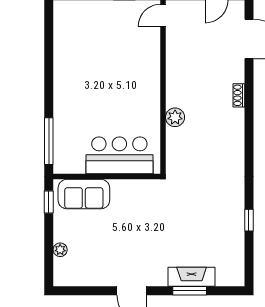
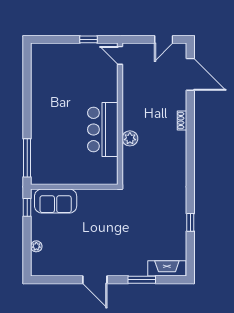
door: (163, 15) -> (120, 55), hinge flipped
bar counter: (119, 155) -> (103, 129), moved, turned -90
fireplace: (192, 277) -> (167, 268), moved

